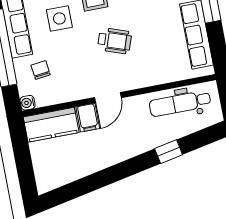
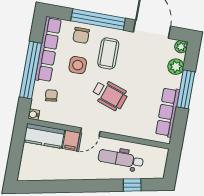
wheelchair: (115, 41) -> (110, 95), width x1.36, depth x1.37
dental chair: (180, 103) -> (121, 159), moved
window: (169, 152) -> (132, 185), moved

